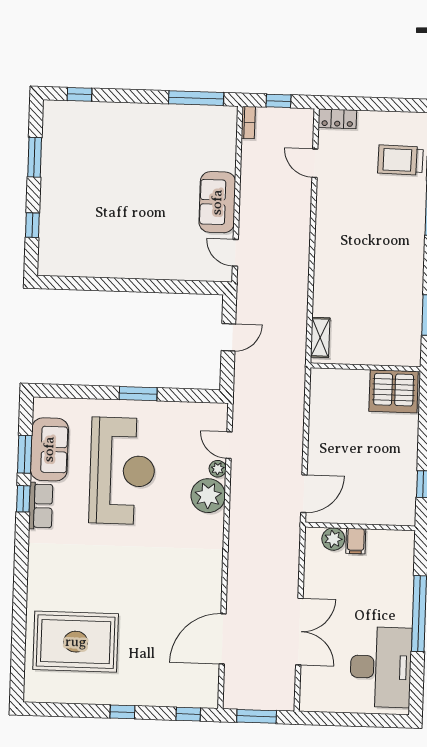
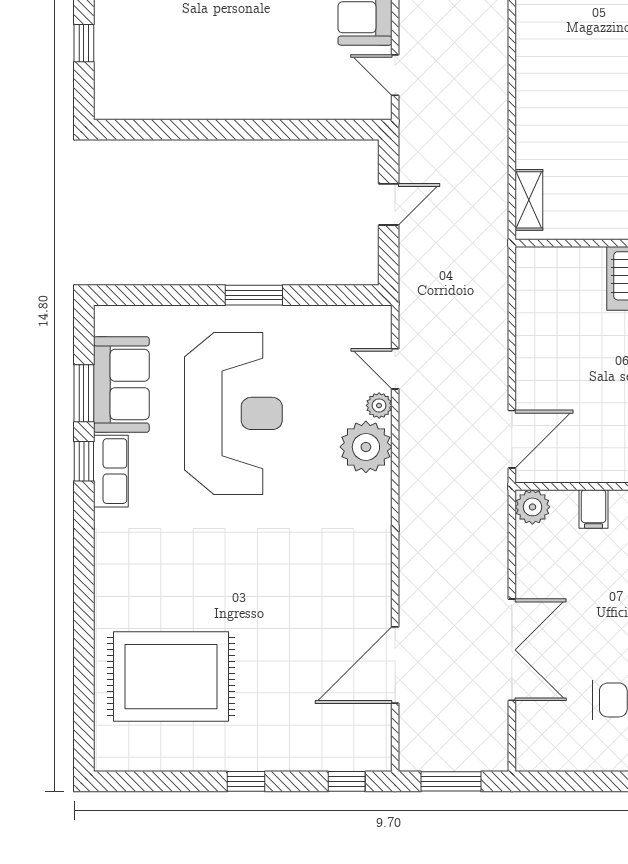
plant: (333, 539) -> (532, 507), moved

